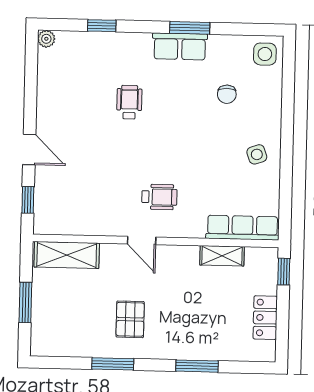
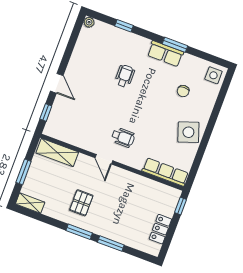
side table: (257, 154) -> (188, 132), width x1.87, depth x1.87
shelving: (222, 256) -> (30, 203), moved
window: (113, 364) -> (79, 232), moved

